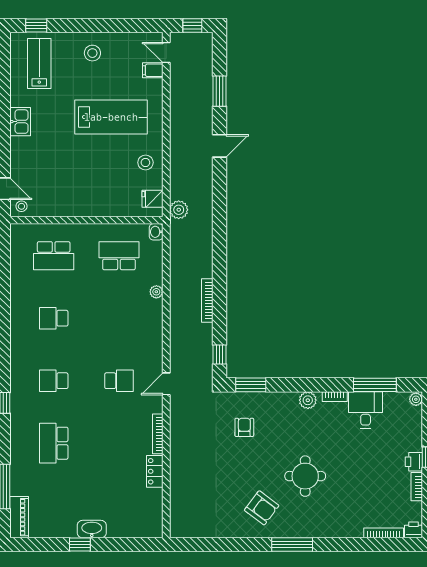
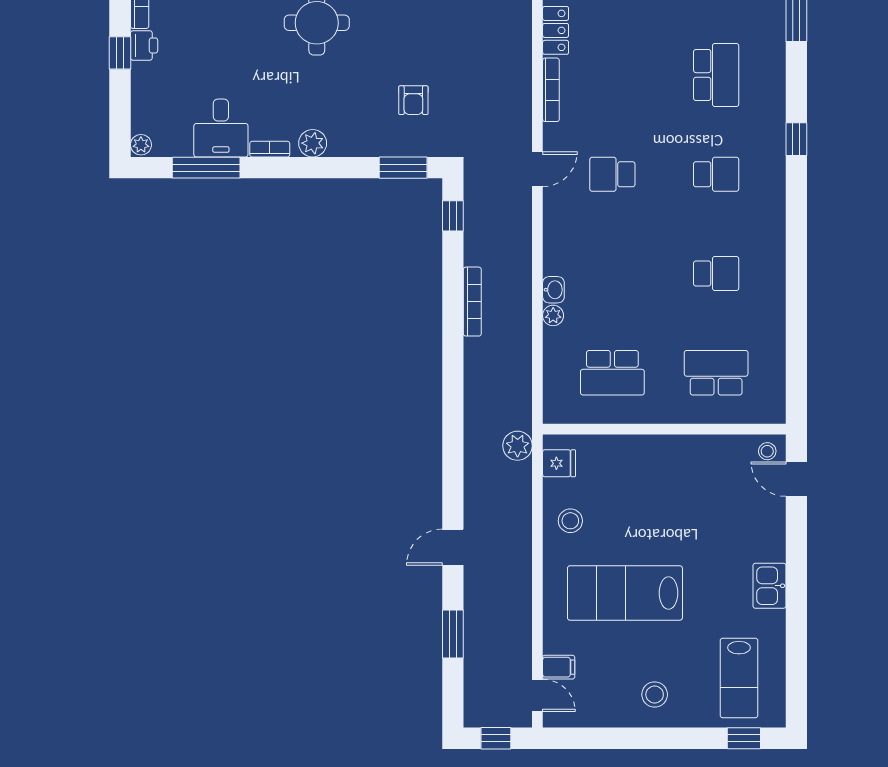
washbasin: (156, 232) -> (553, 290), moved

